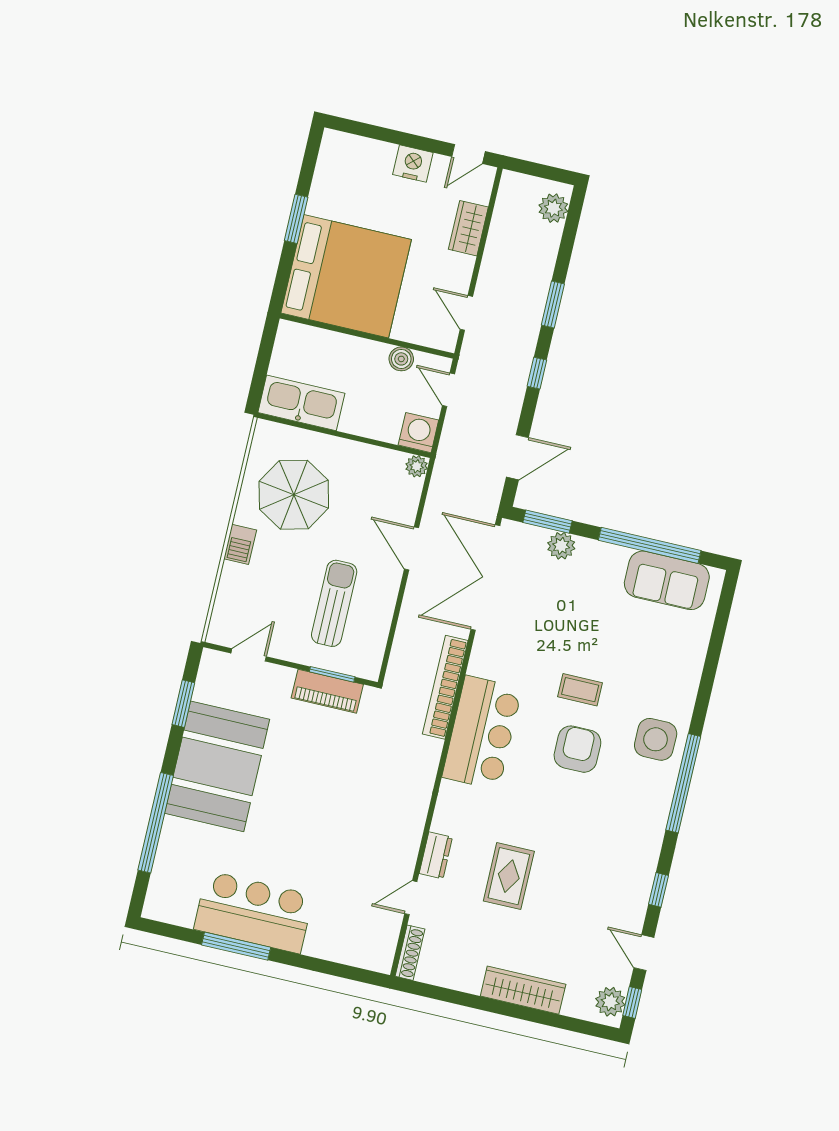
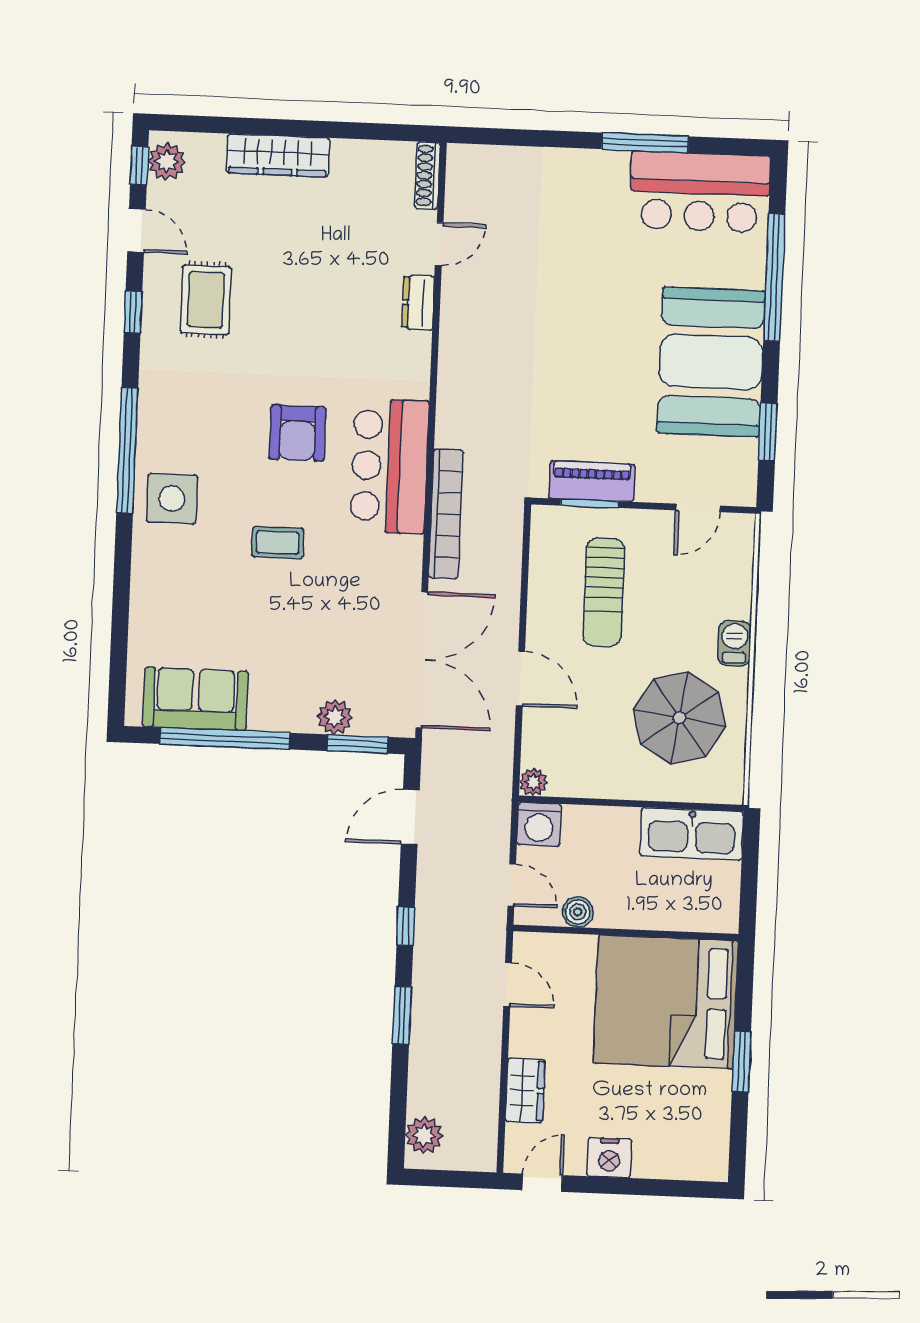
armchair: (577, 749) -> (298, 433), moved
rug: (509, 876) -> (206, 300), moved
bar counter: (254, 912) -> (700, 192), moved

